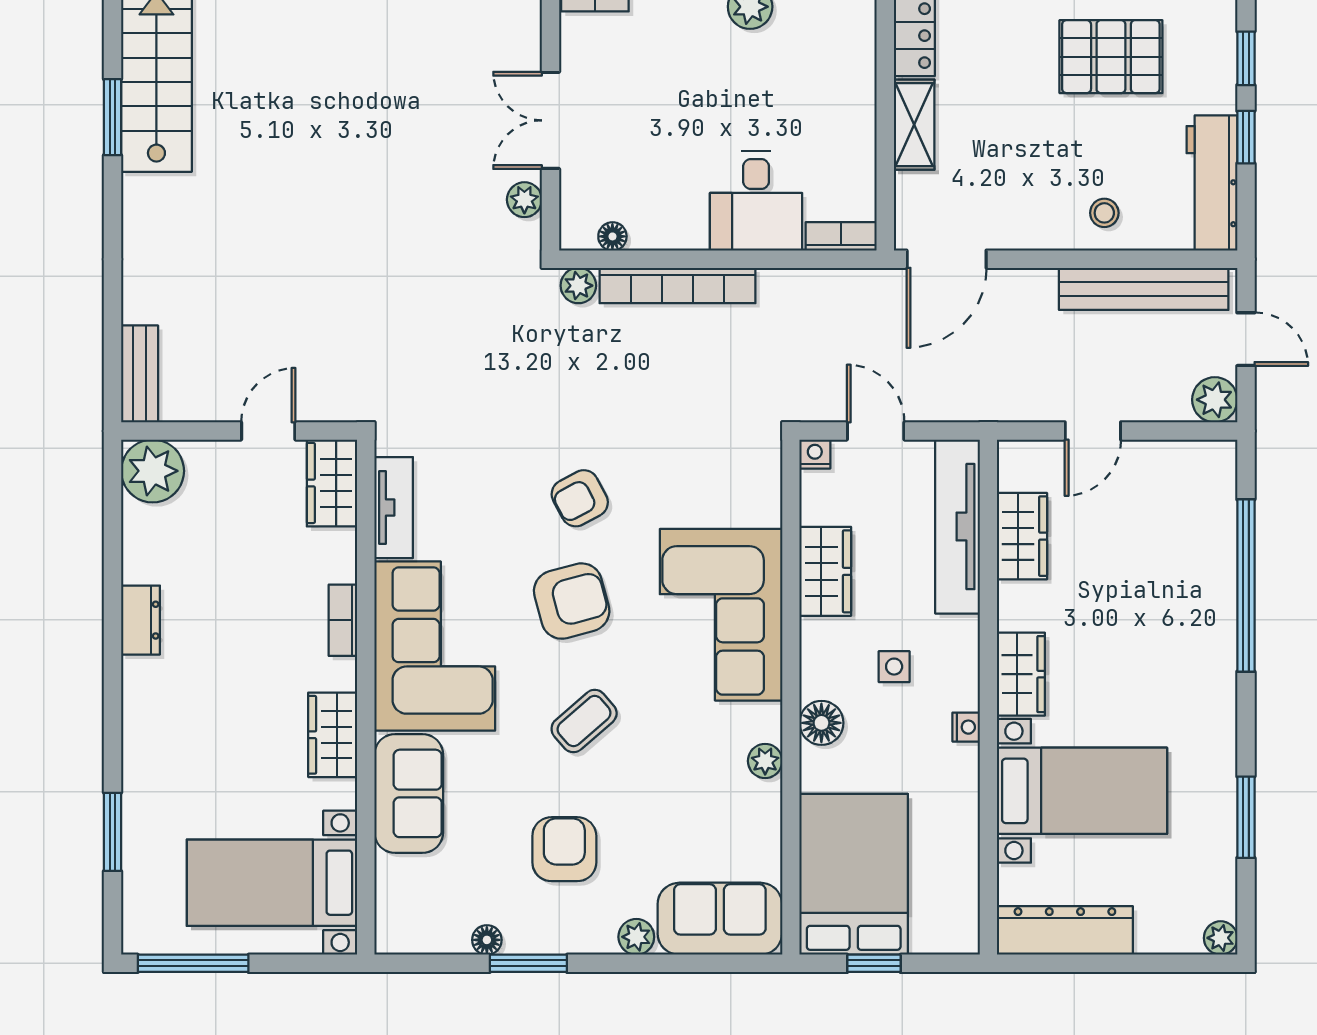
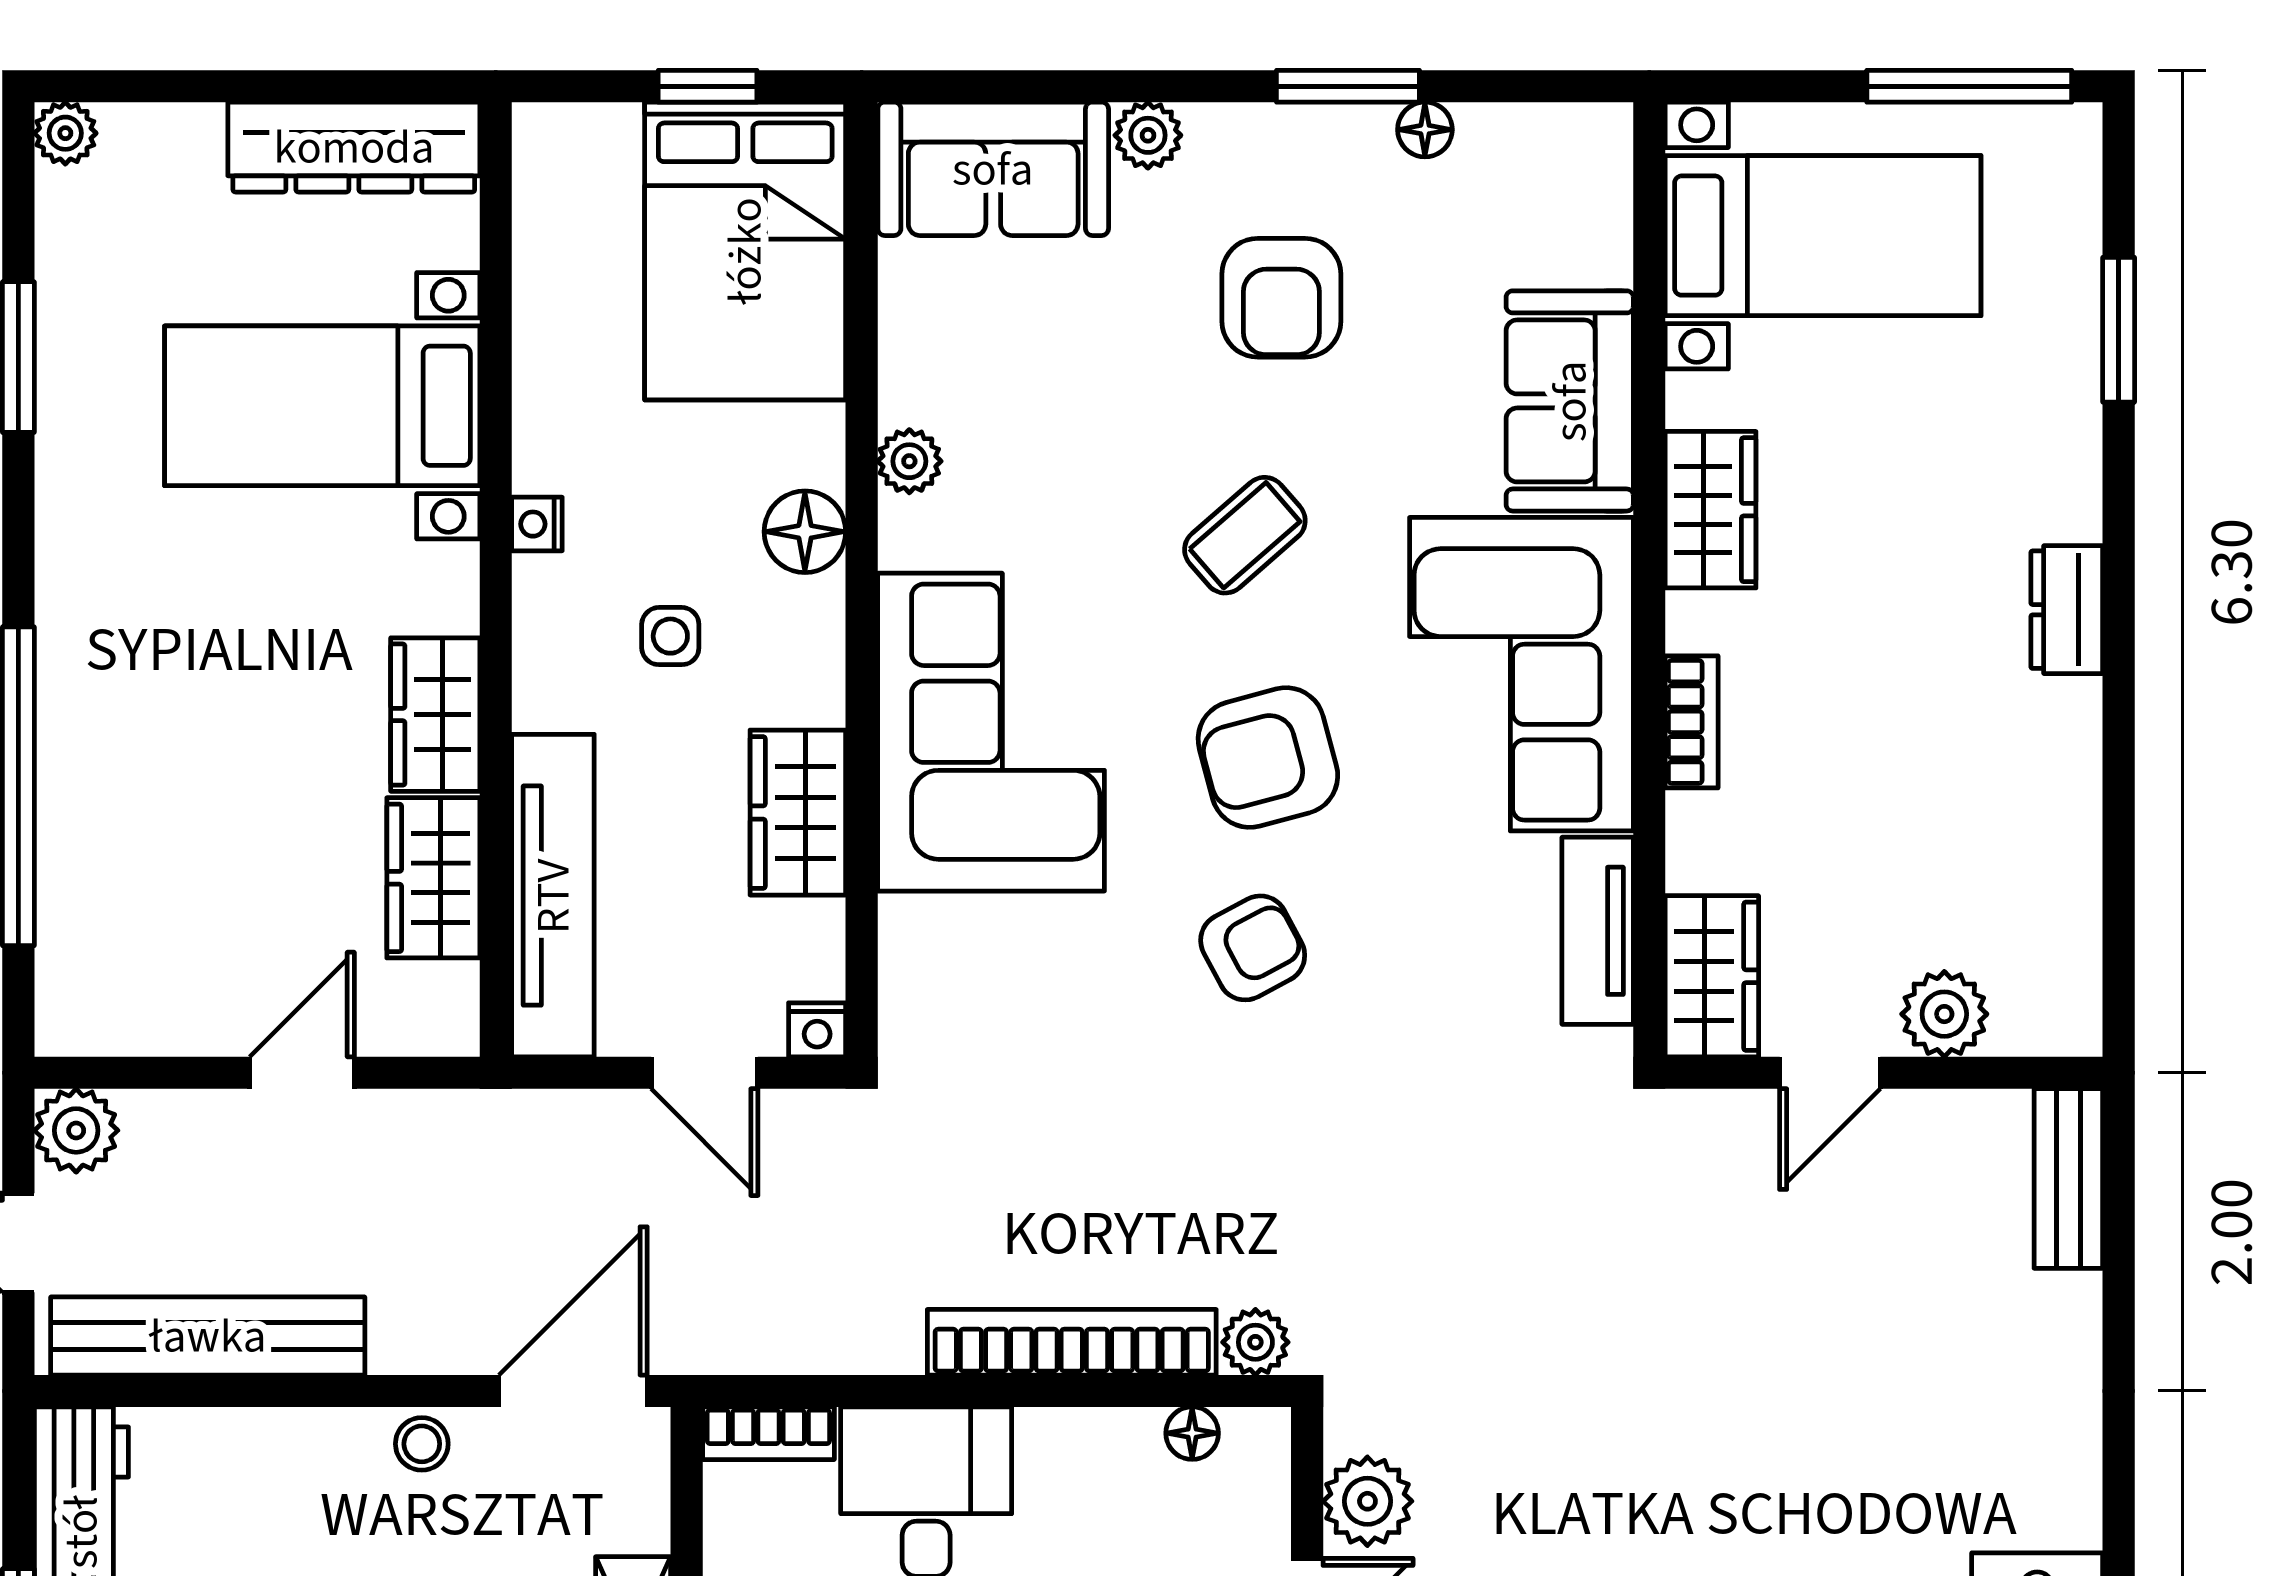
plant: (524, 200) -> (1367, 1501), width x1.38, depth x1.38
stool: (1104, 213) -> (422, 1444), moved
plant: (153, 471) -> (1944, 1014), moved, width x0.73, depth x0.73
dresser: (140, 620) -> (2067, 610), moved
wardrobe: (1021, 674) -> (435, 715), moved

